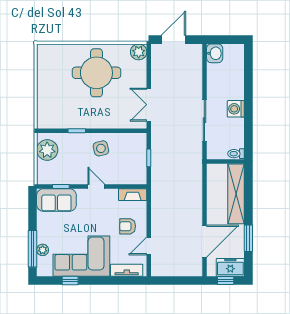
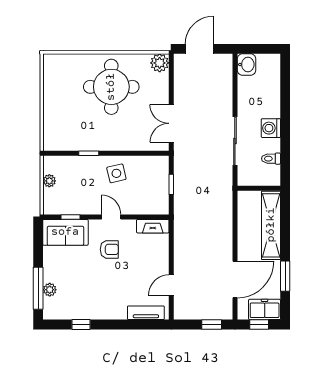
plant: (47, 150) -> (49, 181), width x0.53, depth x0.53
toilet: (236, 154) -> (271, 159), moved
armchair: (128, 226) -> (109, 249), moved, turned 180
corner sofa: (81, 256) -> (94, 297), removed
window: (184, 280) -> (212, 325), added

